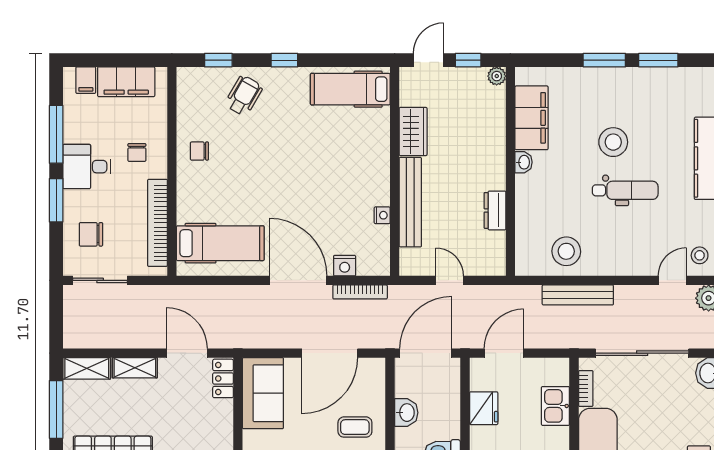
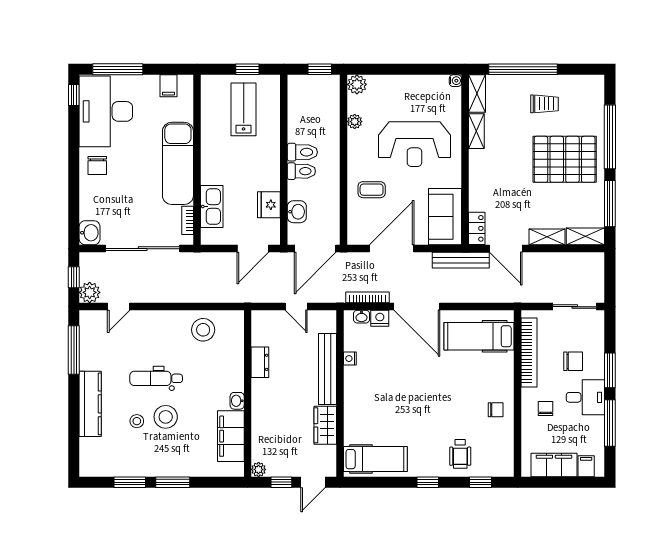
wheelchair: (244, 96) -> (460, 454), turned -30
chair: (91, 234) -> (573, 361), moved
stool: (700, 255) -> (137, 421), moved
washbasin: (368, 268) -> (362, 317), added
bench: (578, 295) -> (461, 260), moved
kitchen sink: (555, 406) -> (212, 206), width x1.38
washbasin: (406, 413) -> (297, 212), moved, turned 180

